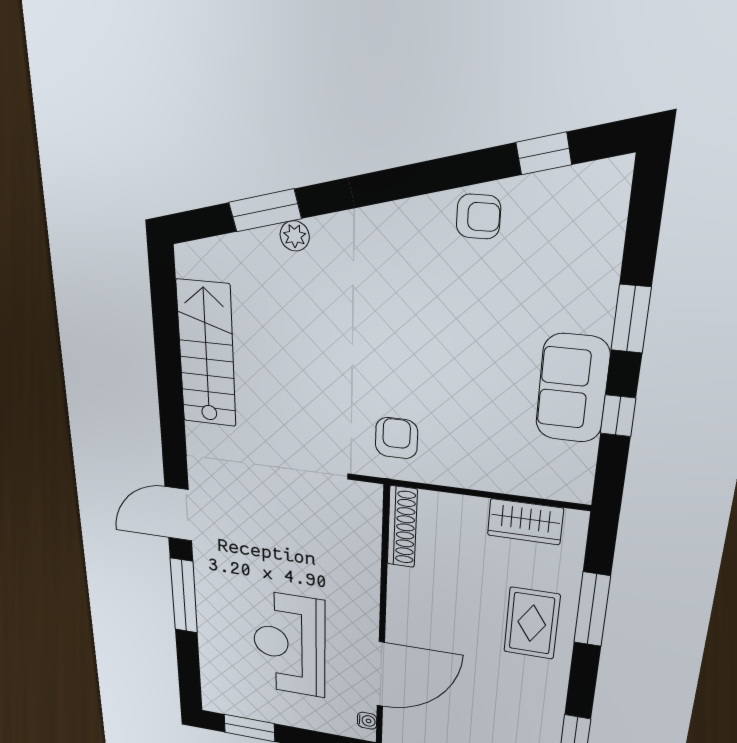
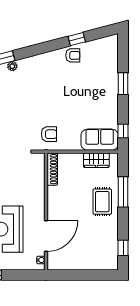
window: (544, 154) -> (77, 39), moved
sofa: (572, 388) -> (100, 140), moved, turned 90
window: (618, 416) -> (123, 131), moved
armchair: (396, 438) -> (49, 134), turned 90

